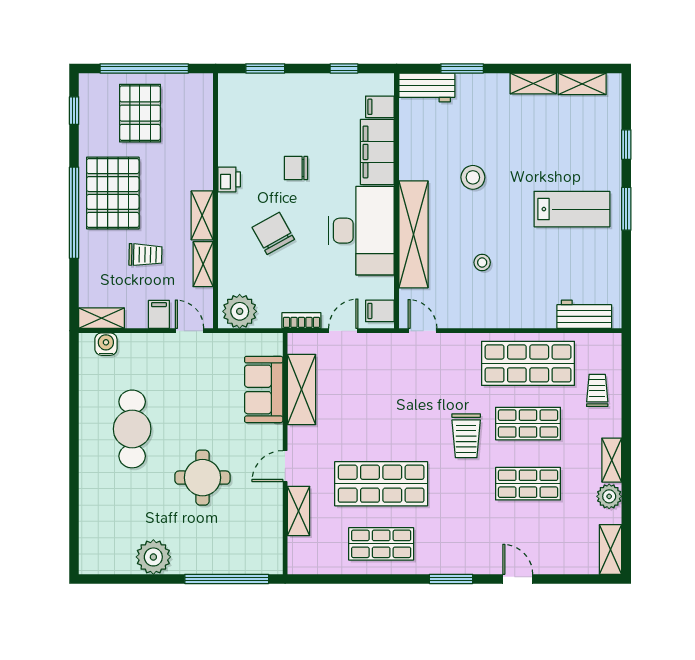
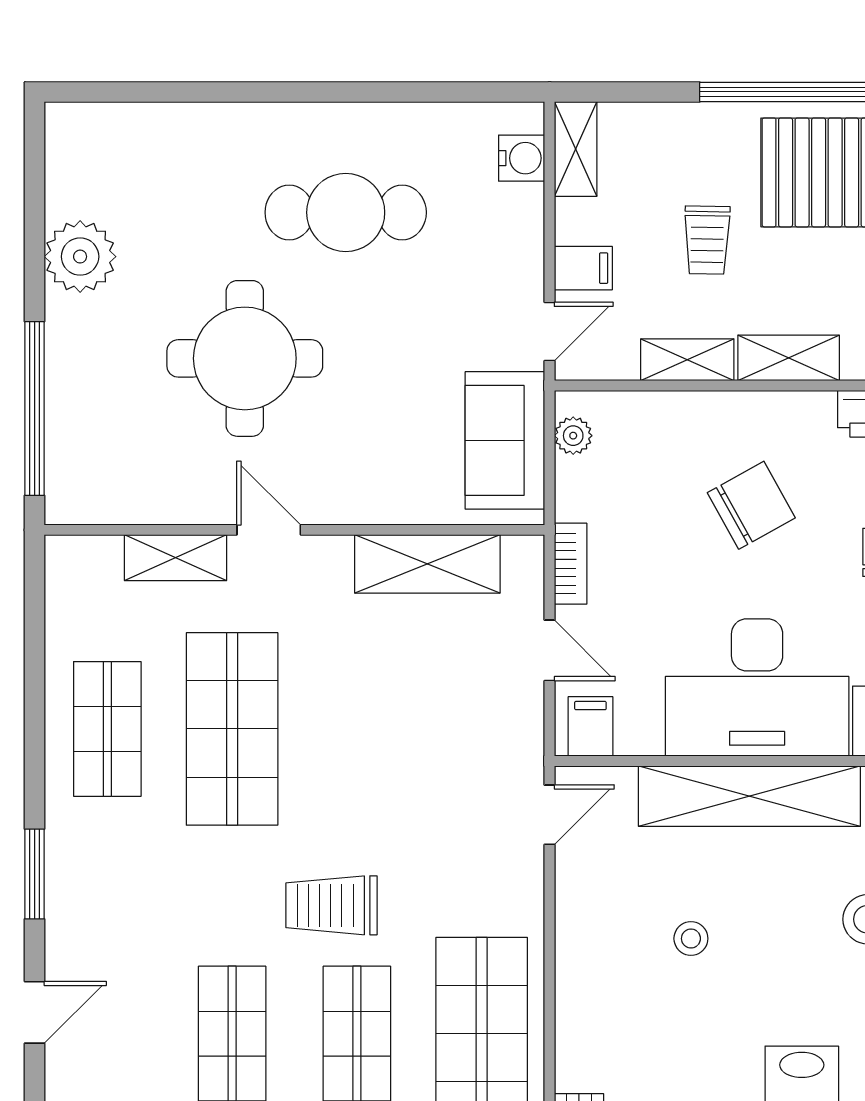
plant: (240, 311) -> (573, 436), width x0.53, depth x0.53
sofa: (264, 389) -> (505, 440), moved, turned -90
round table: (202, 478) -> (245, 358), width x1.36, depth x1.36

